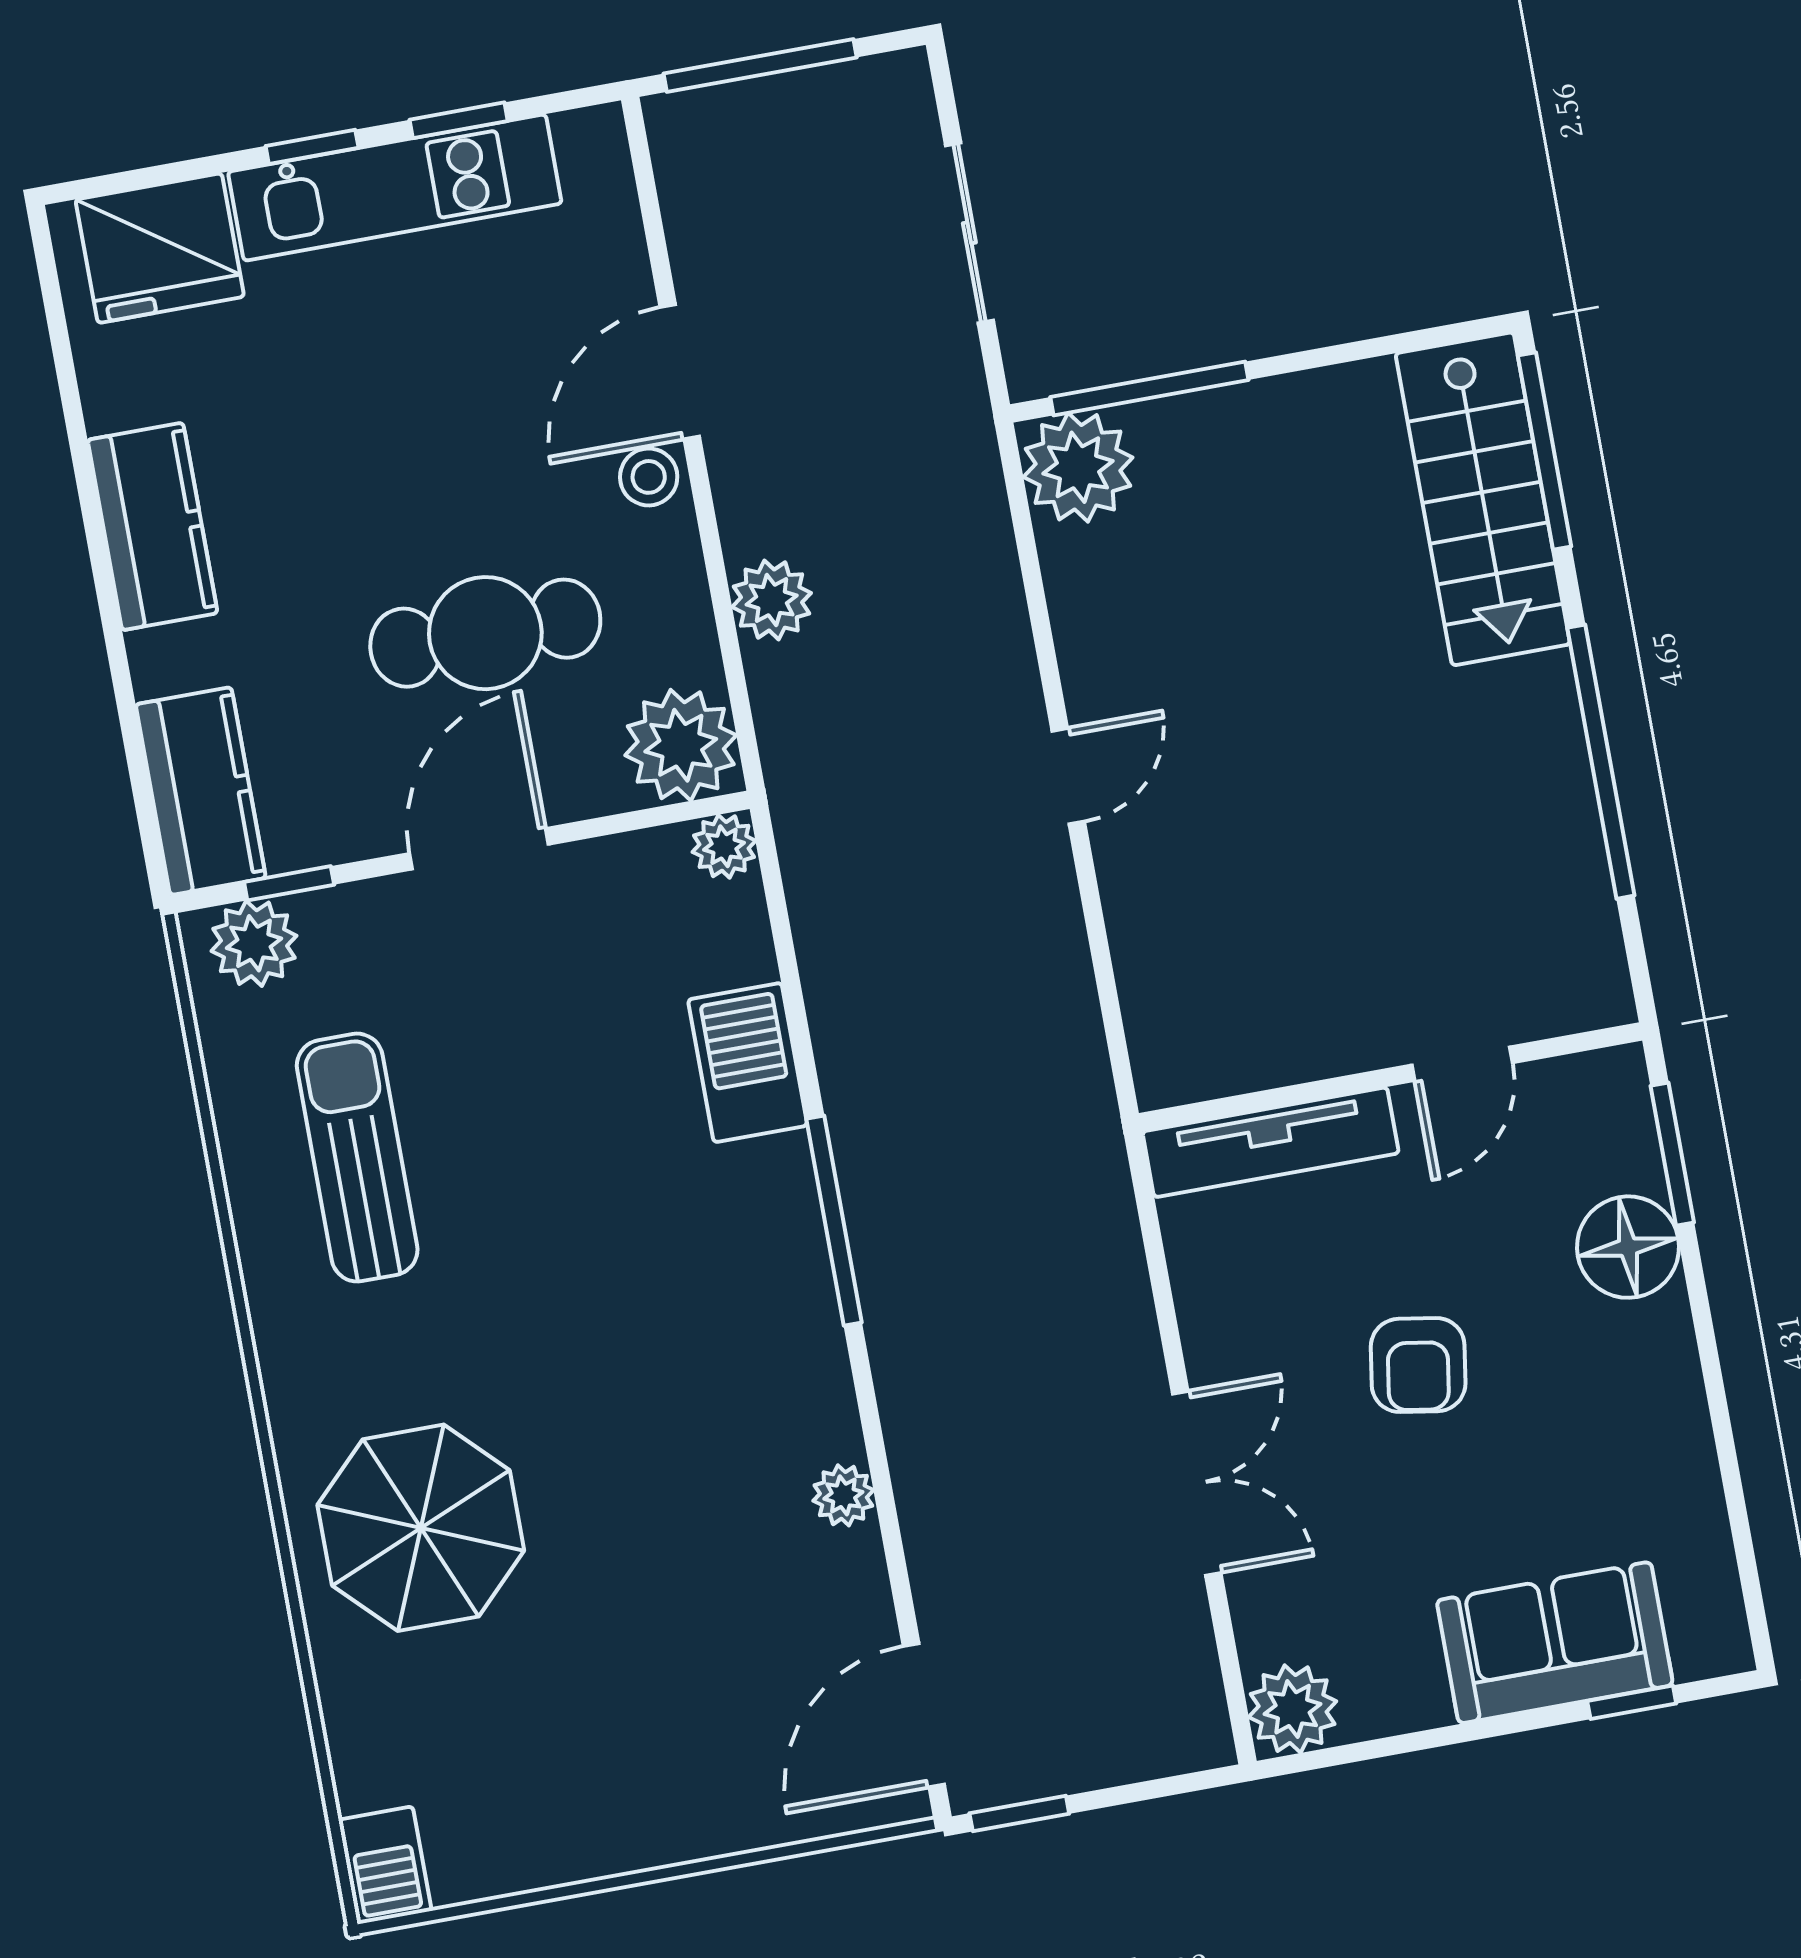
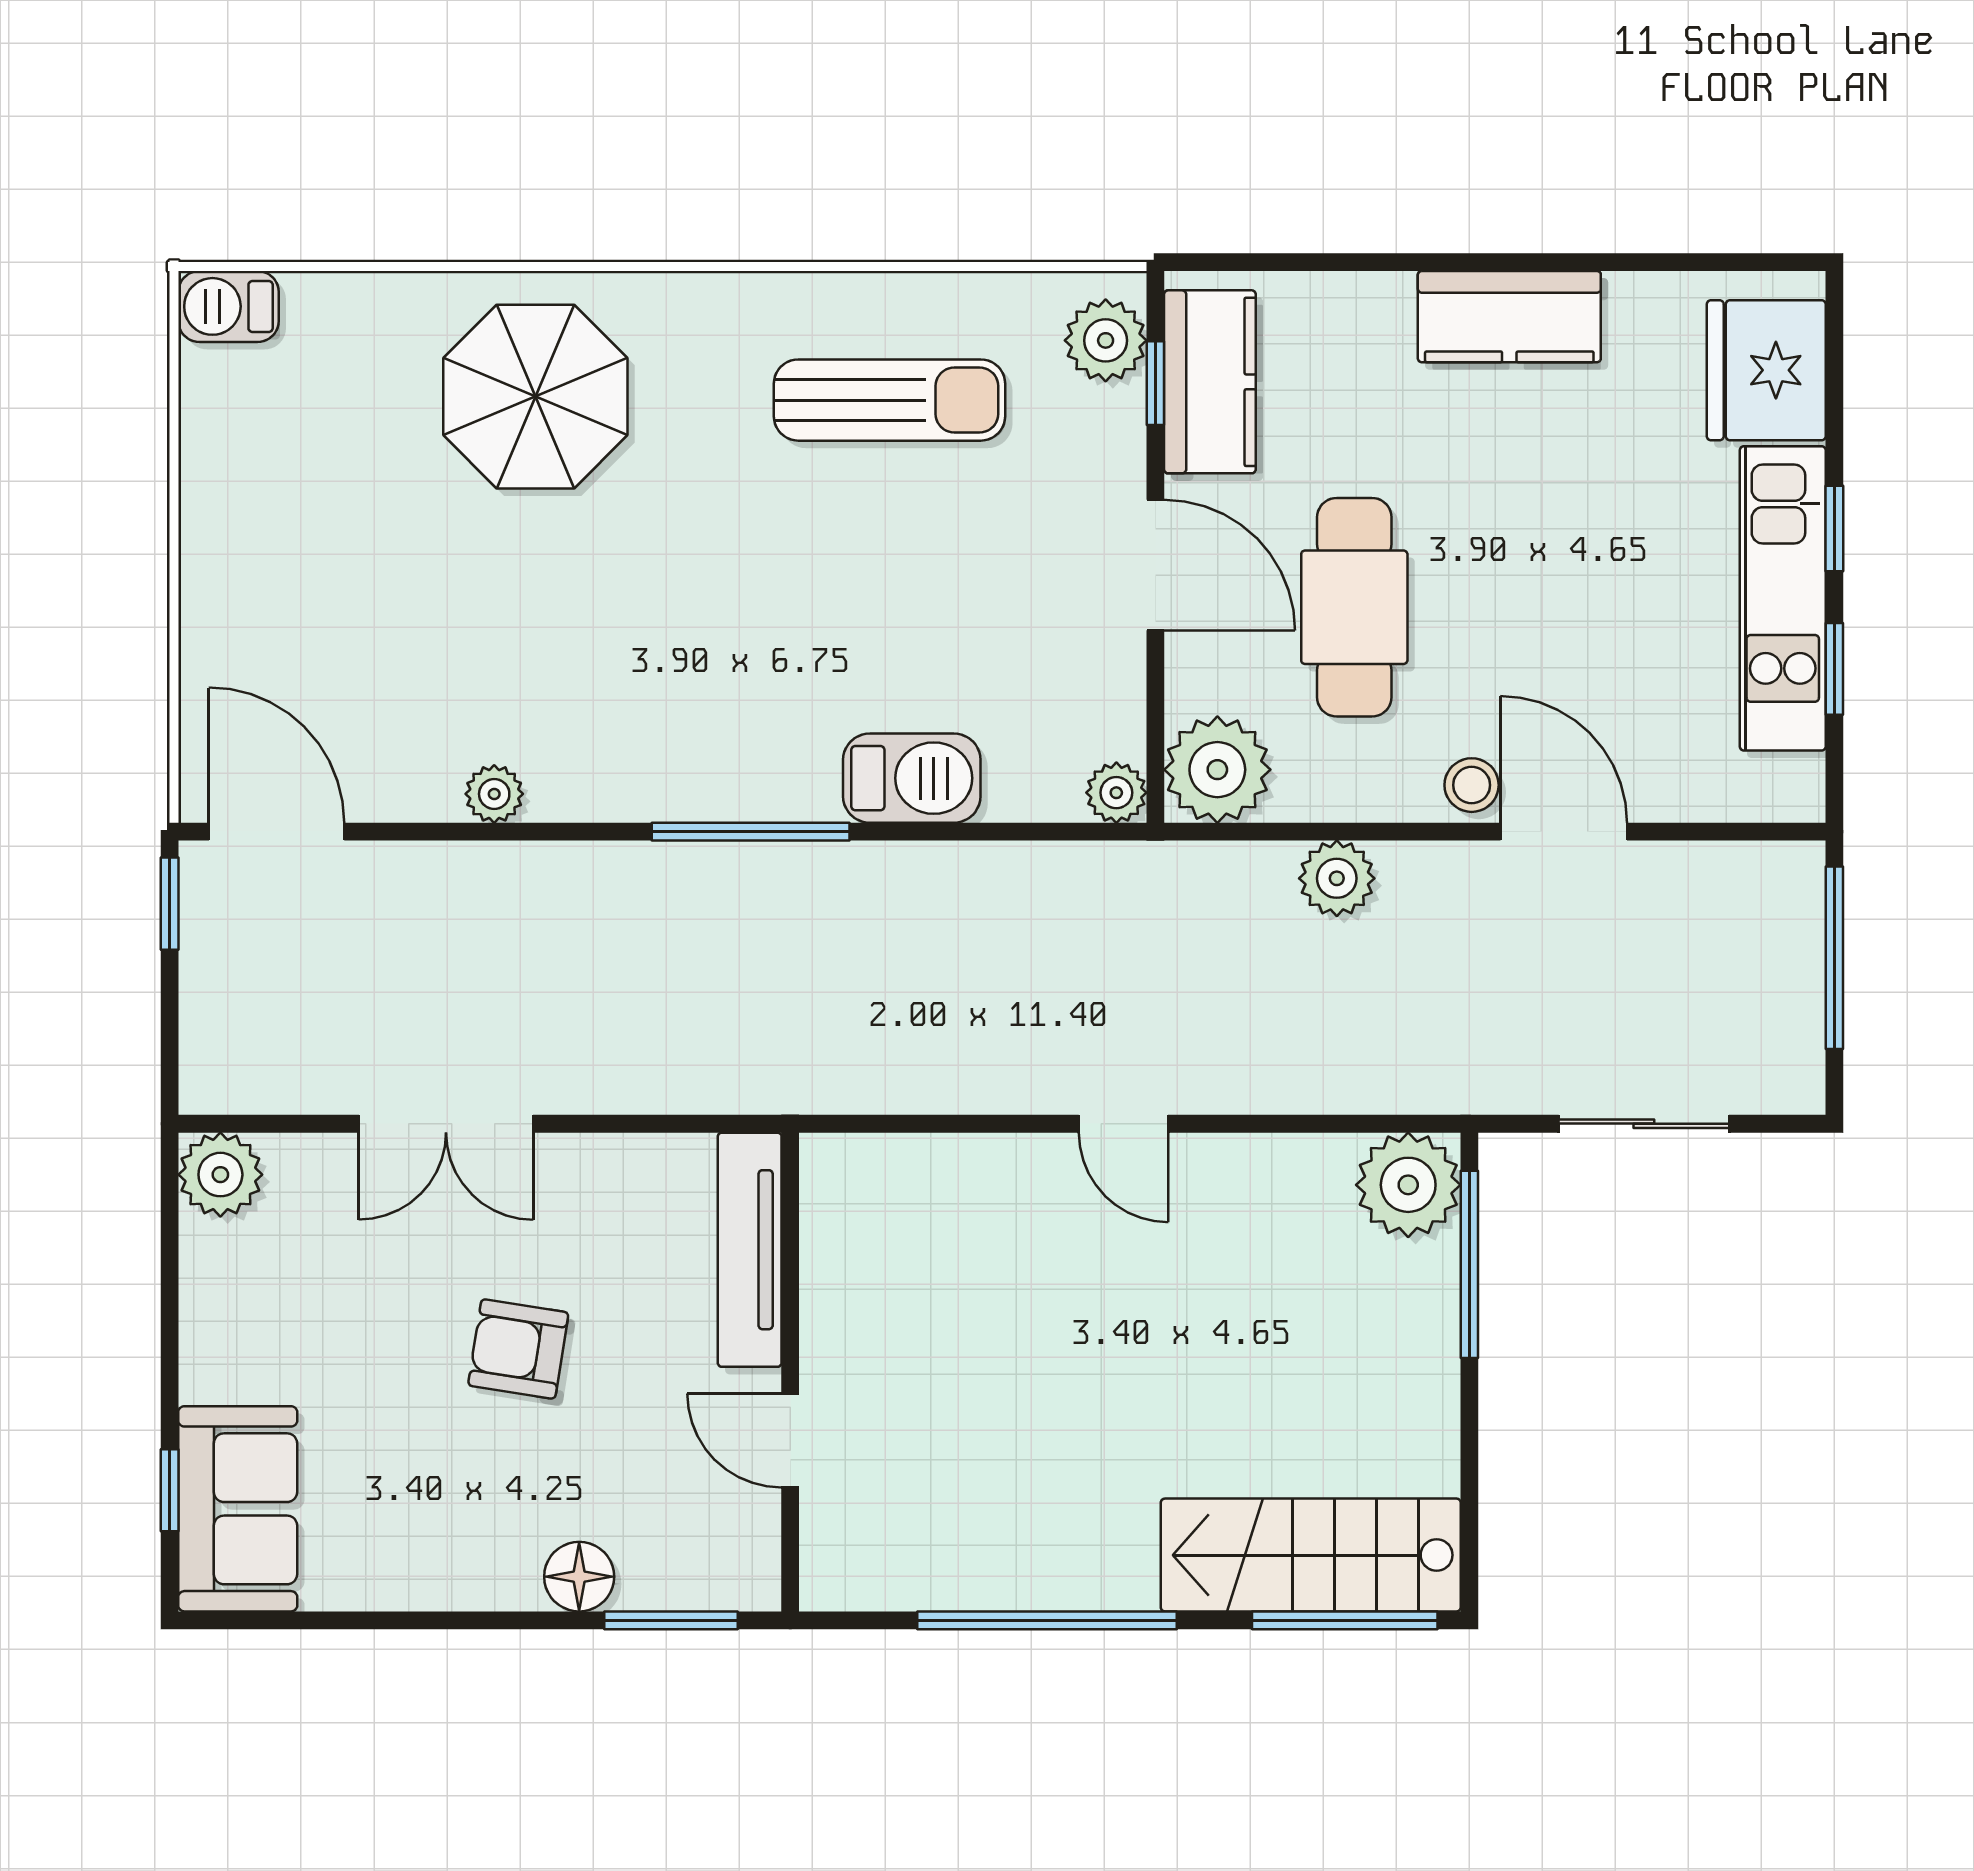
kitchen counter: (201, 791) -> (1210, 382), moved, turned -90
floor lamp: (1628, 1247) -> (579, 1577), width x0.73, depth x0.73
sofa: (1555, 1643) -> (238, 1509), moved

